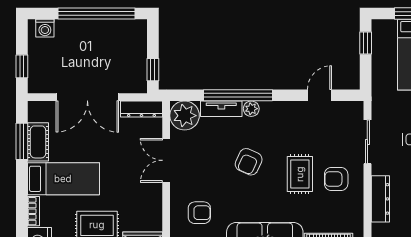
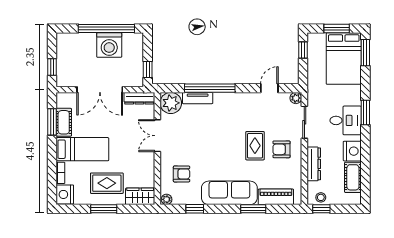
washing machine: (45, 28) -> (109, 45), moved, width x1.89, depth x1.89
plant: (251, 109) -> (296, 98), moved
armchair: (249, 162) -> (218, 137), removed

